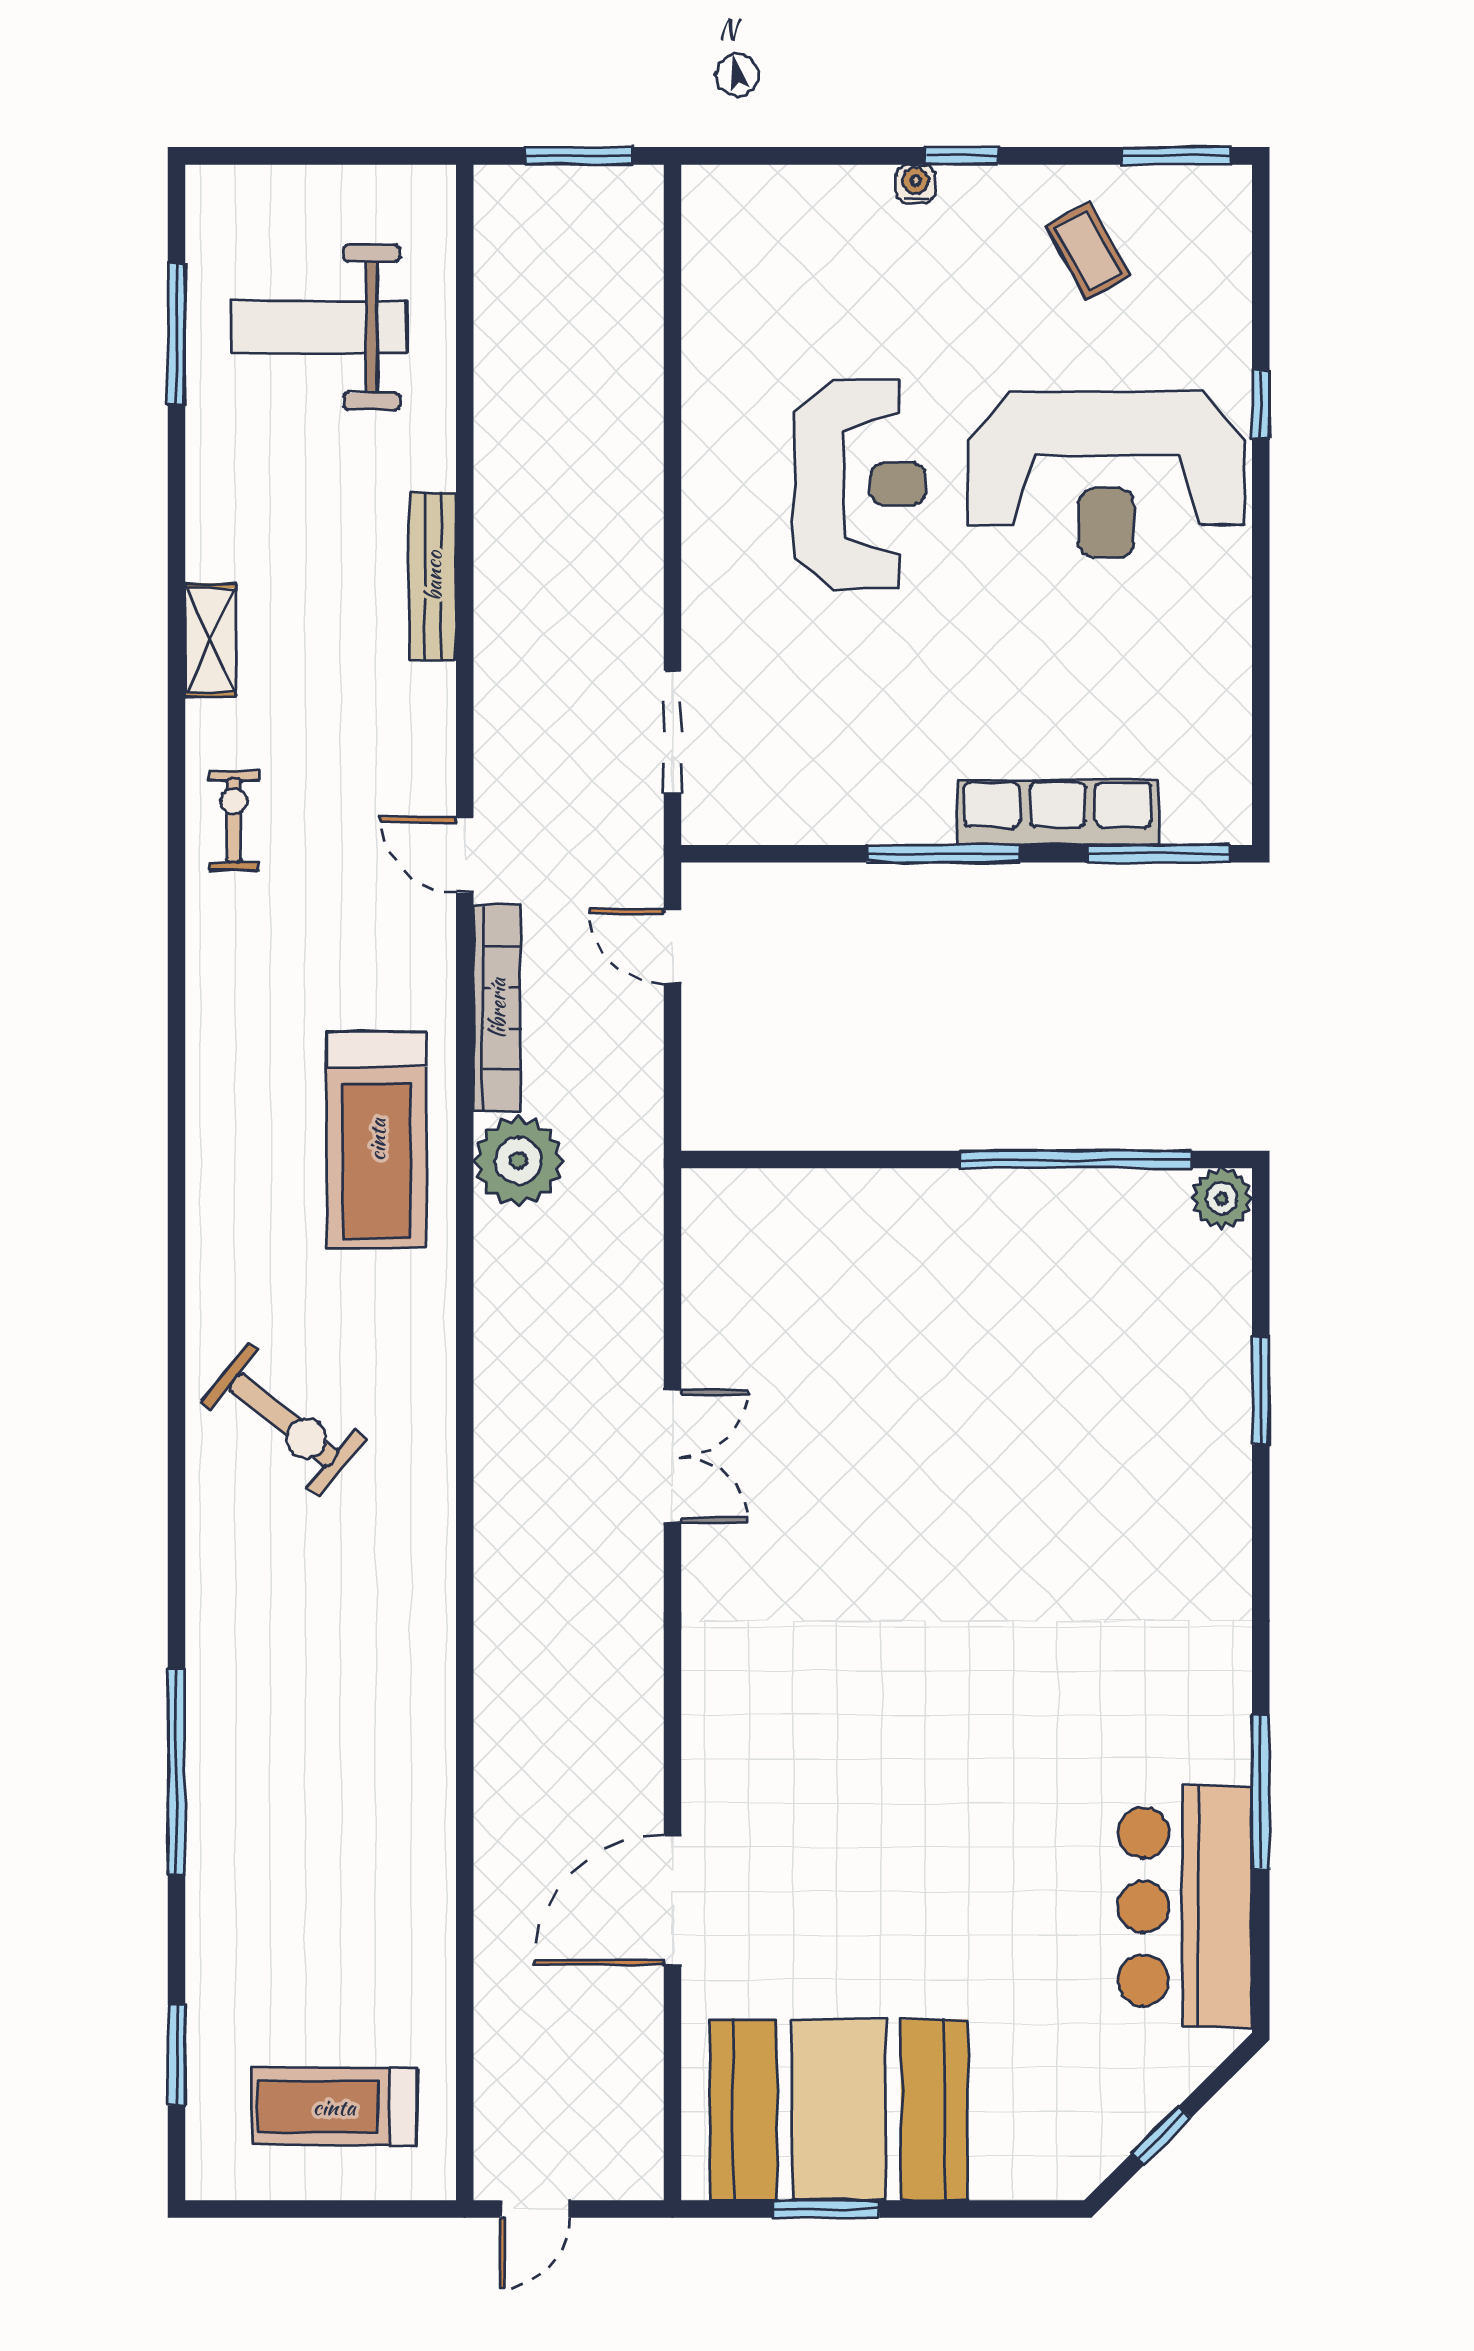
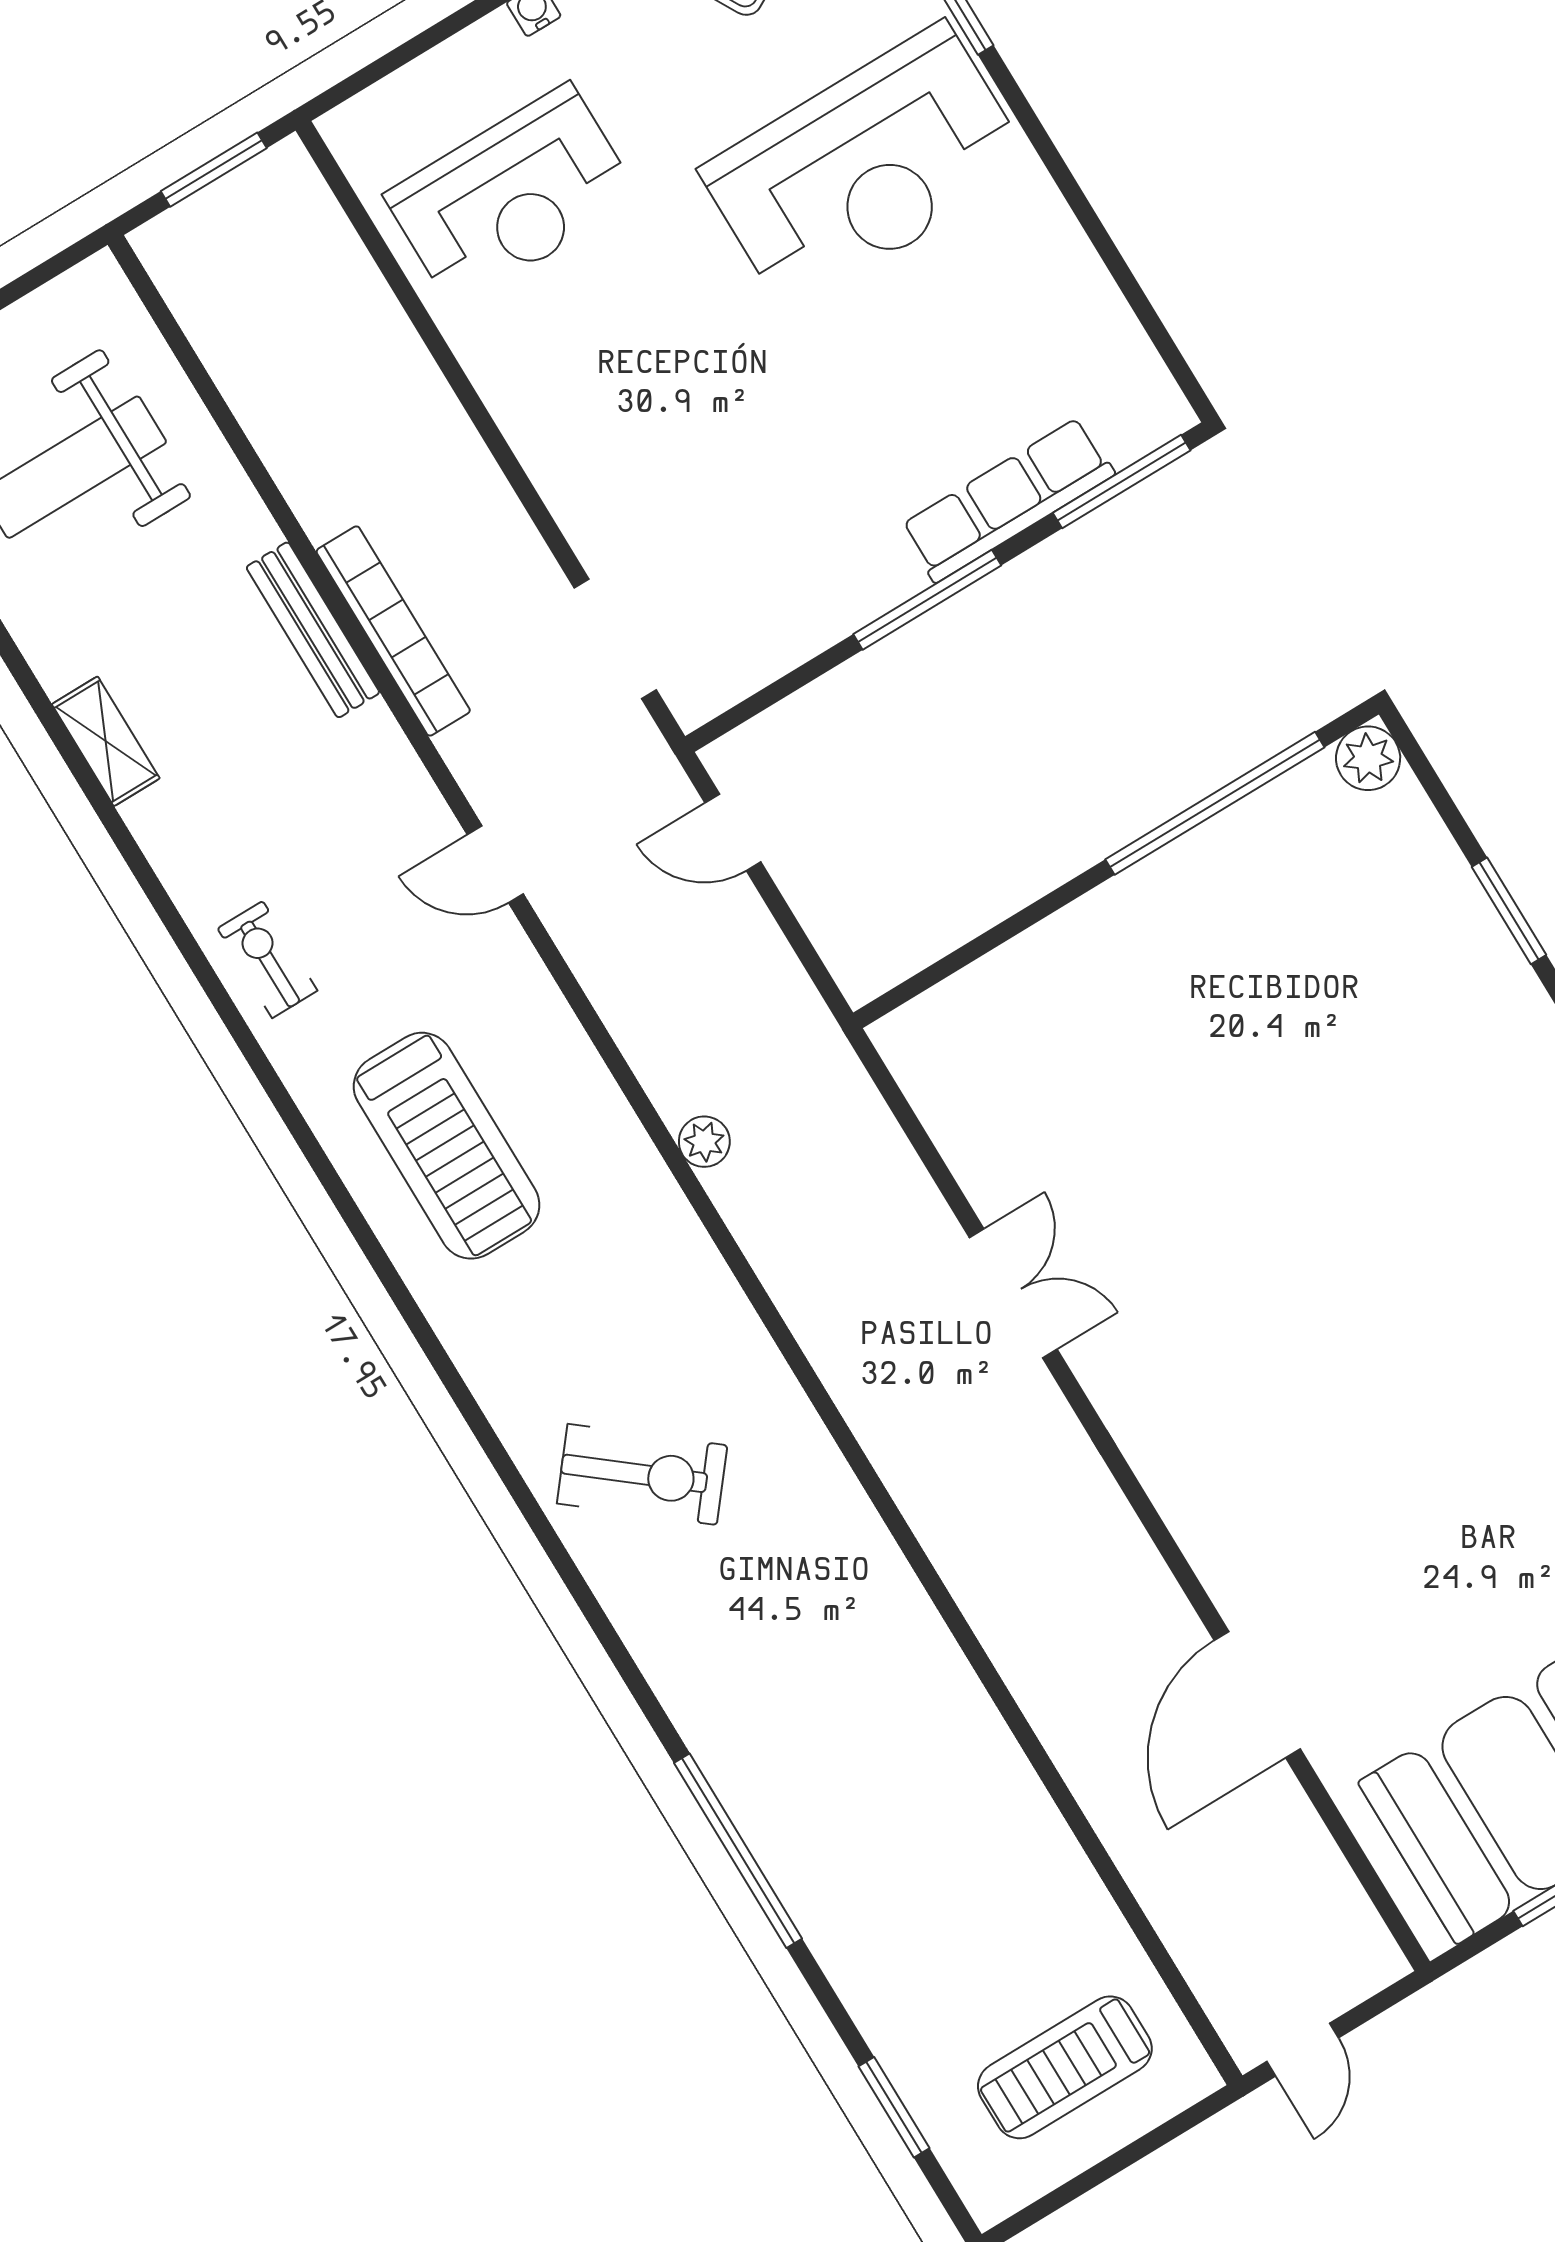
reception desk: (860, 484) -> (512, 196), moved, turned 90
shelving: (211, 640) -> (106, 741), moved
bookcase: (497, 1008) -> (393, 631), moved
treadmill: (377, 1140) -> (447, 1146), moved
plant: (518, 1161) -> (704, 1142), width x0.53, depth x0.53

